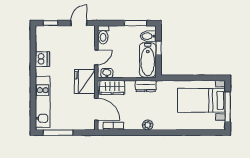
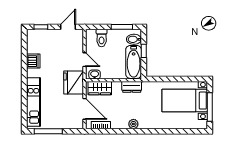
toilet: (103, 35) -> (102, 38), moved
door: (96, 57) -> (85, 60), hinge flipped

